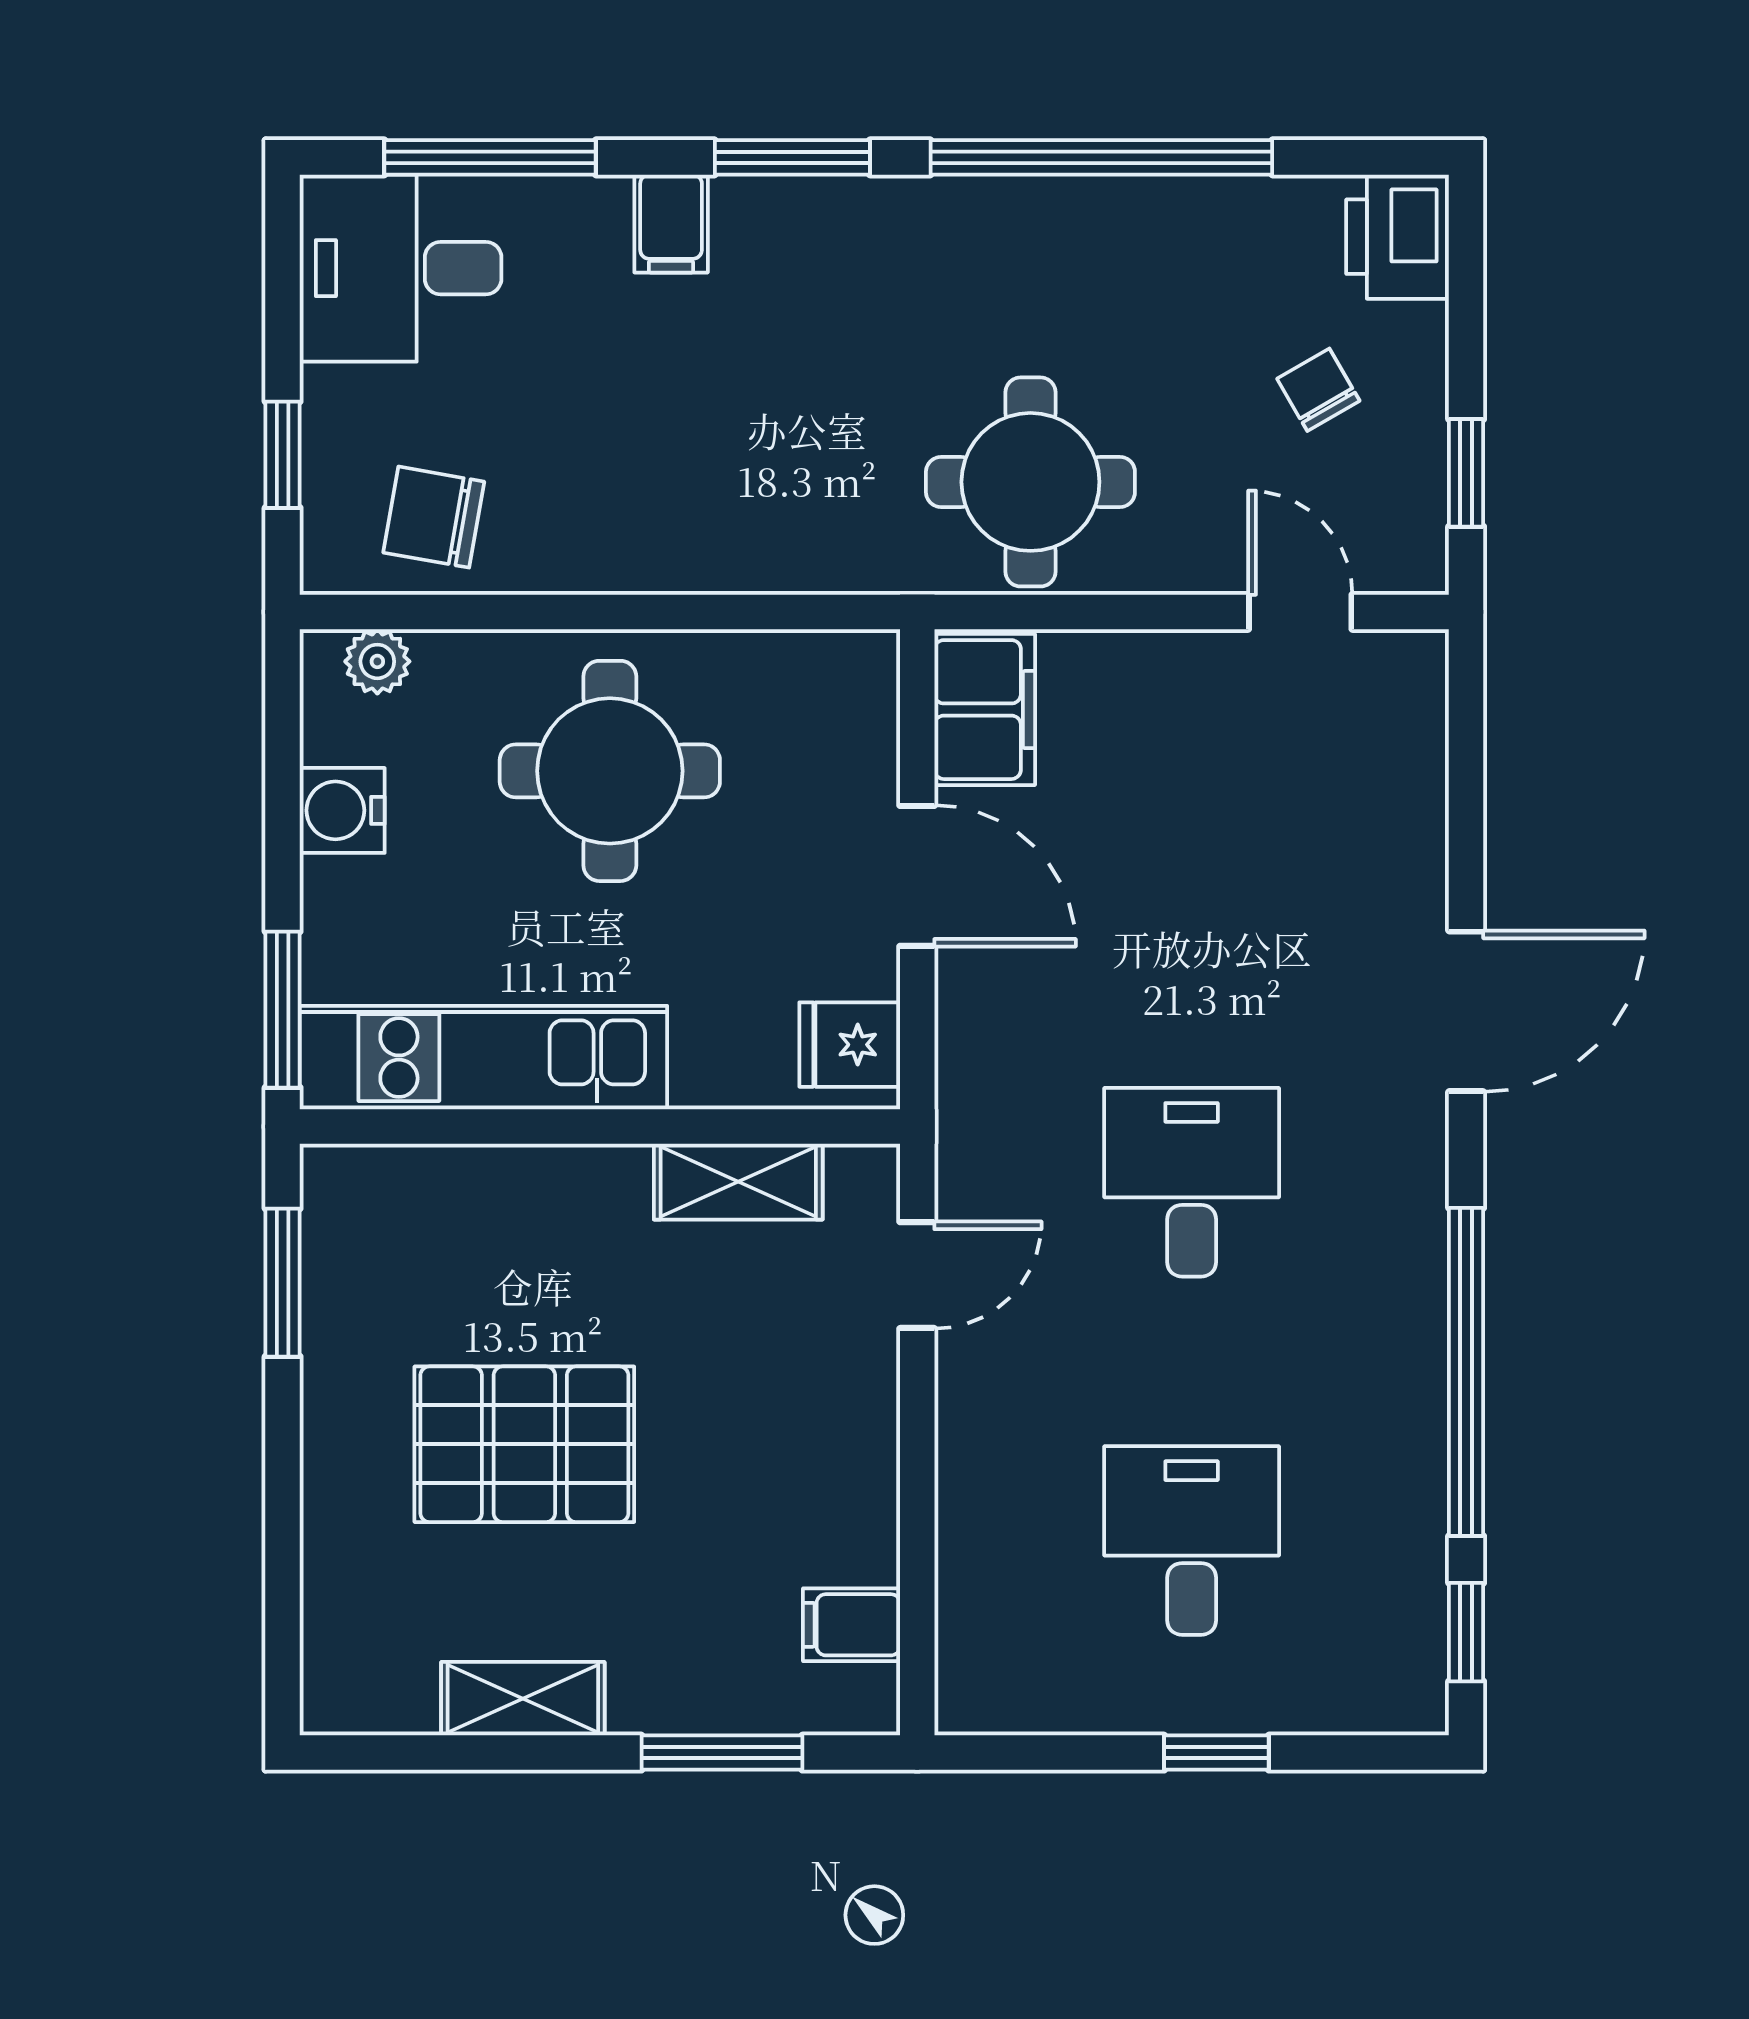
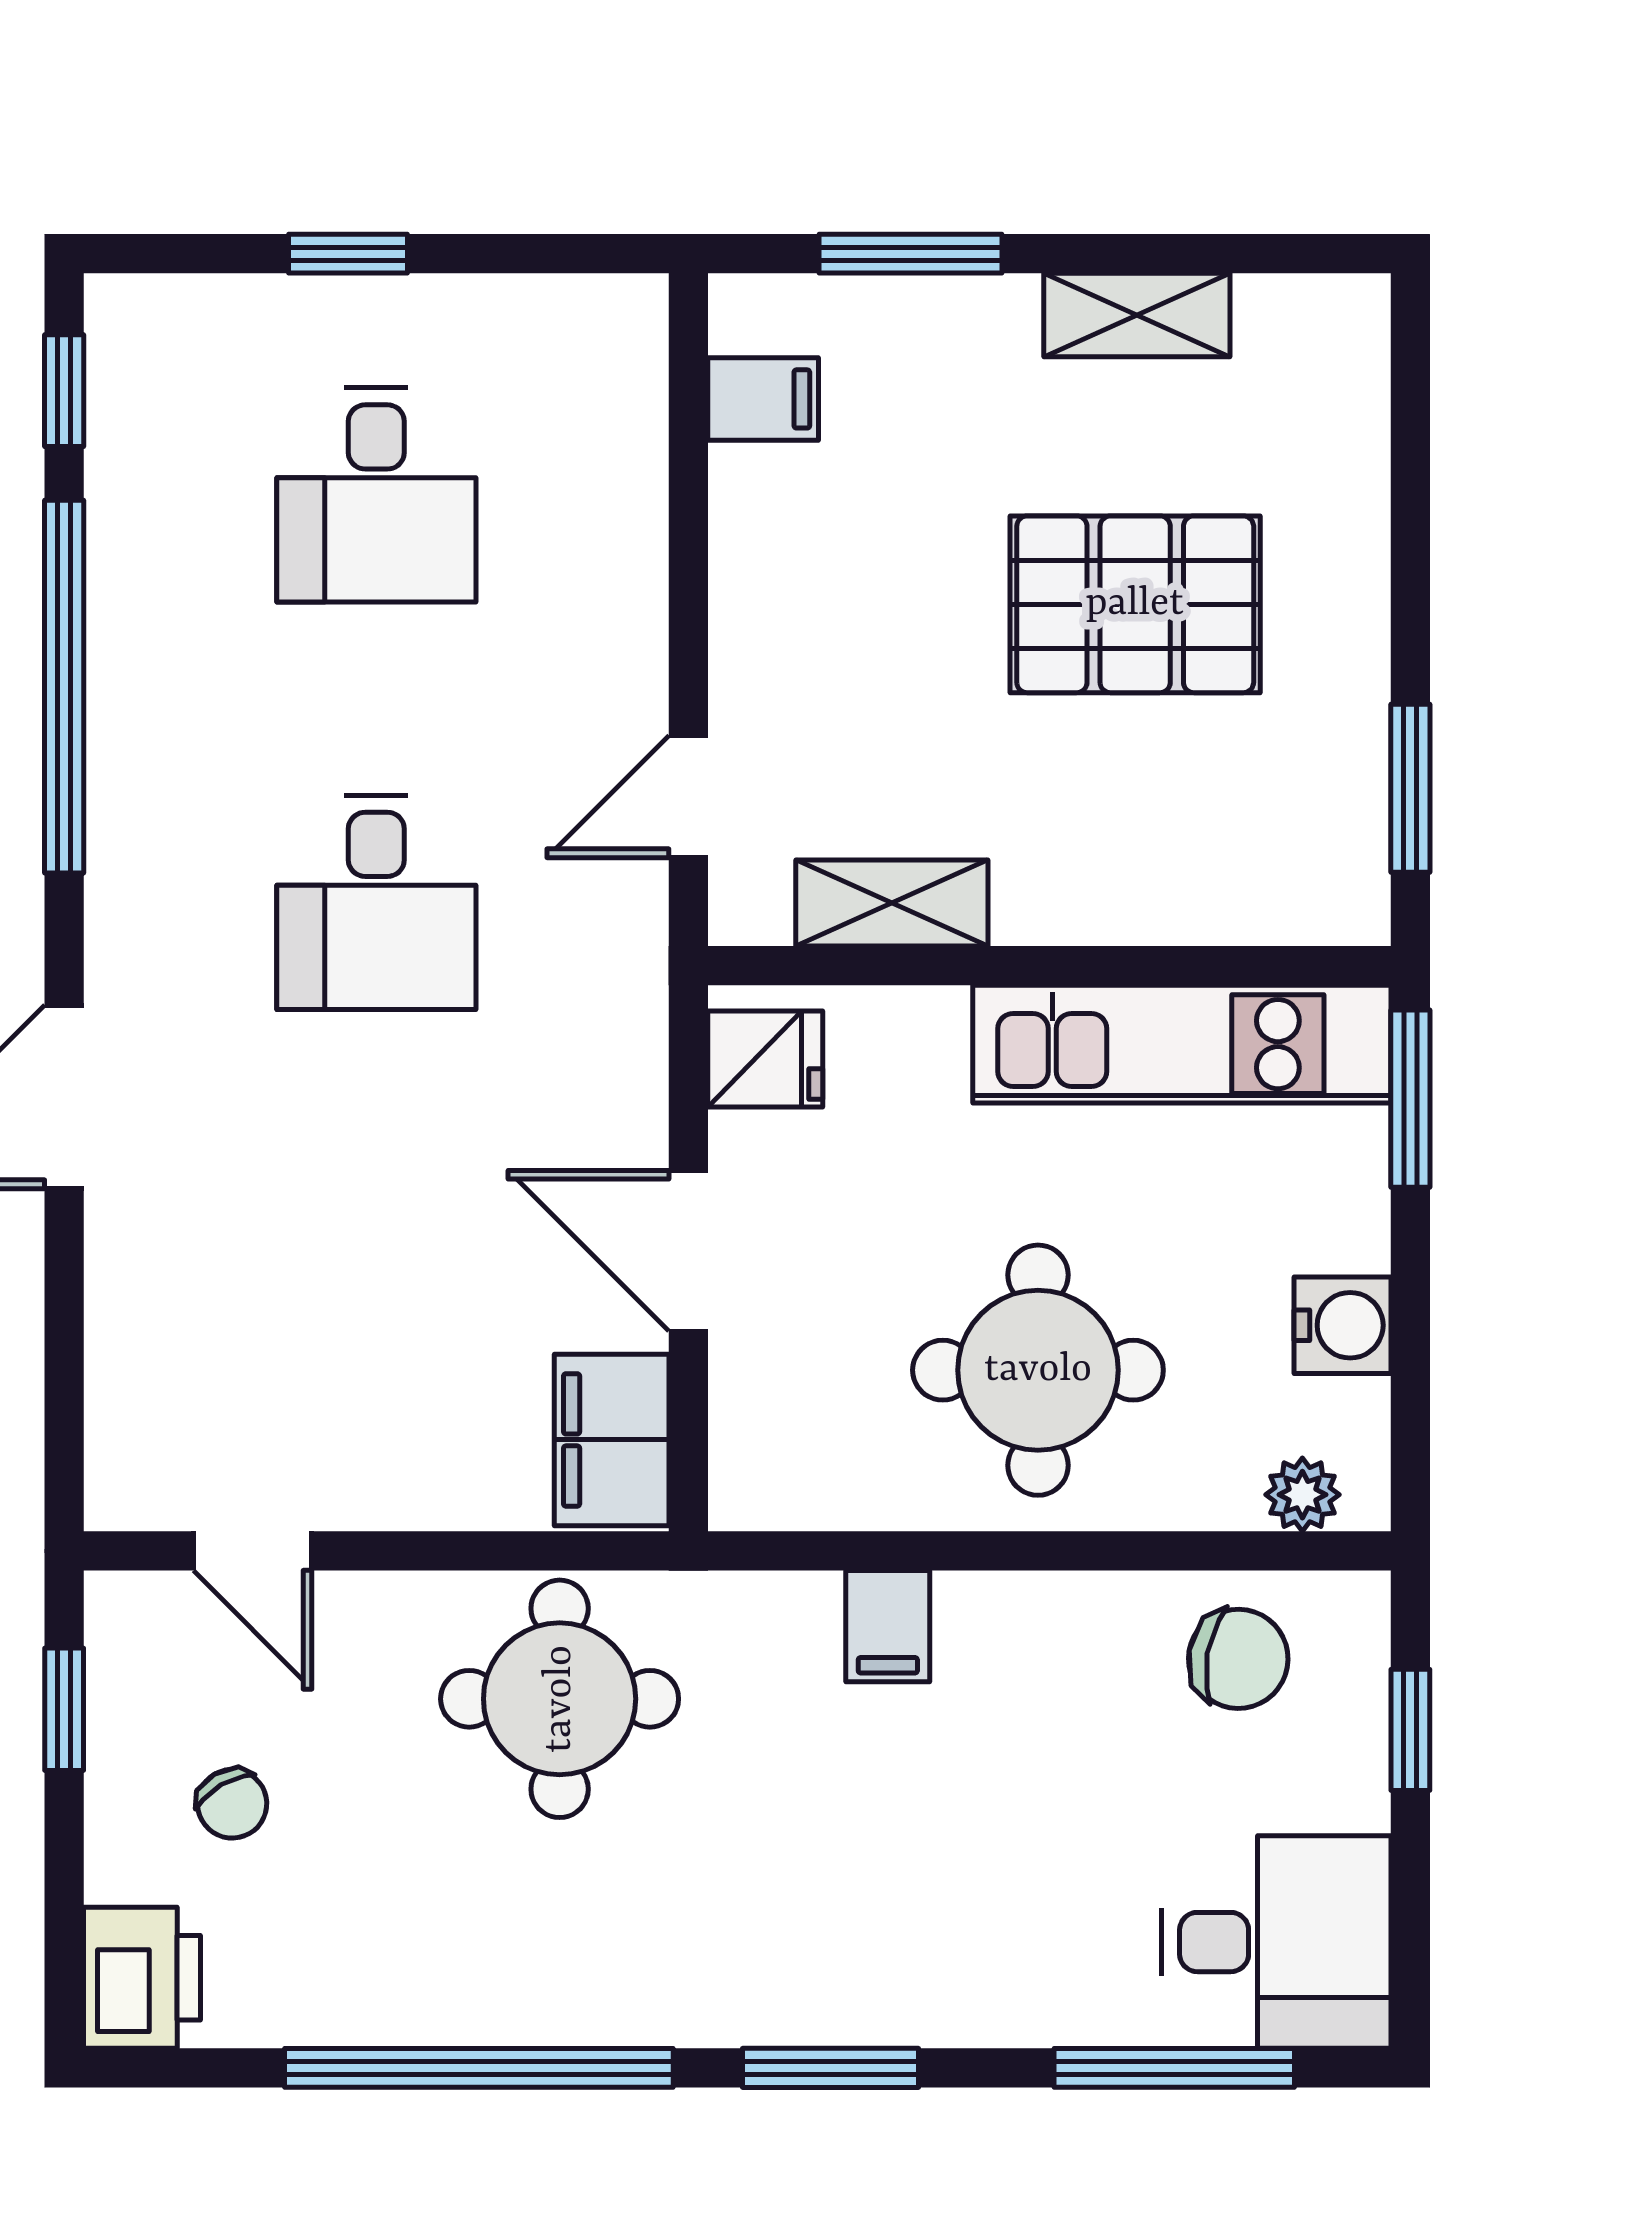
filing cabinet: (671, 224) -> (888, 1626), moved, turned 180

